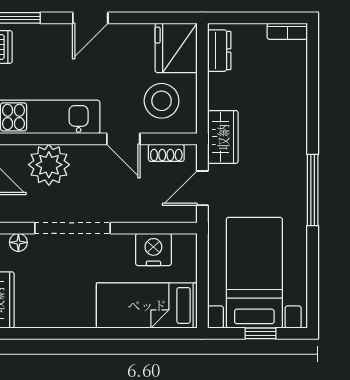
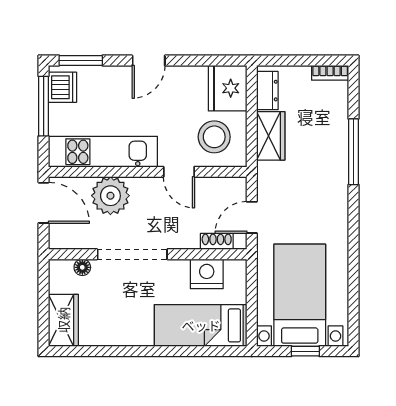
wardrobe: (223, 137) -> (271, 136), moved
shoe rack: (166, 153) -> (217, 241), moved, turned 180
window: (313, 190) -> (353, 152), moved

